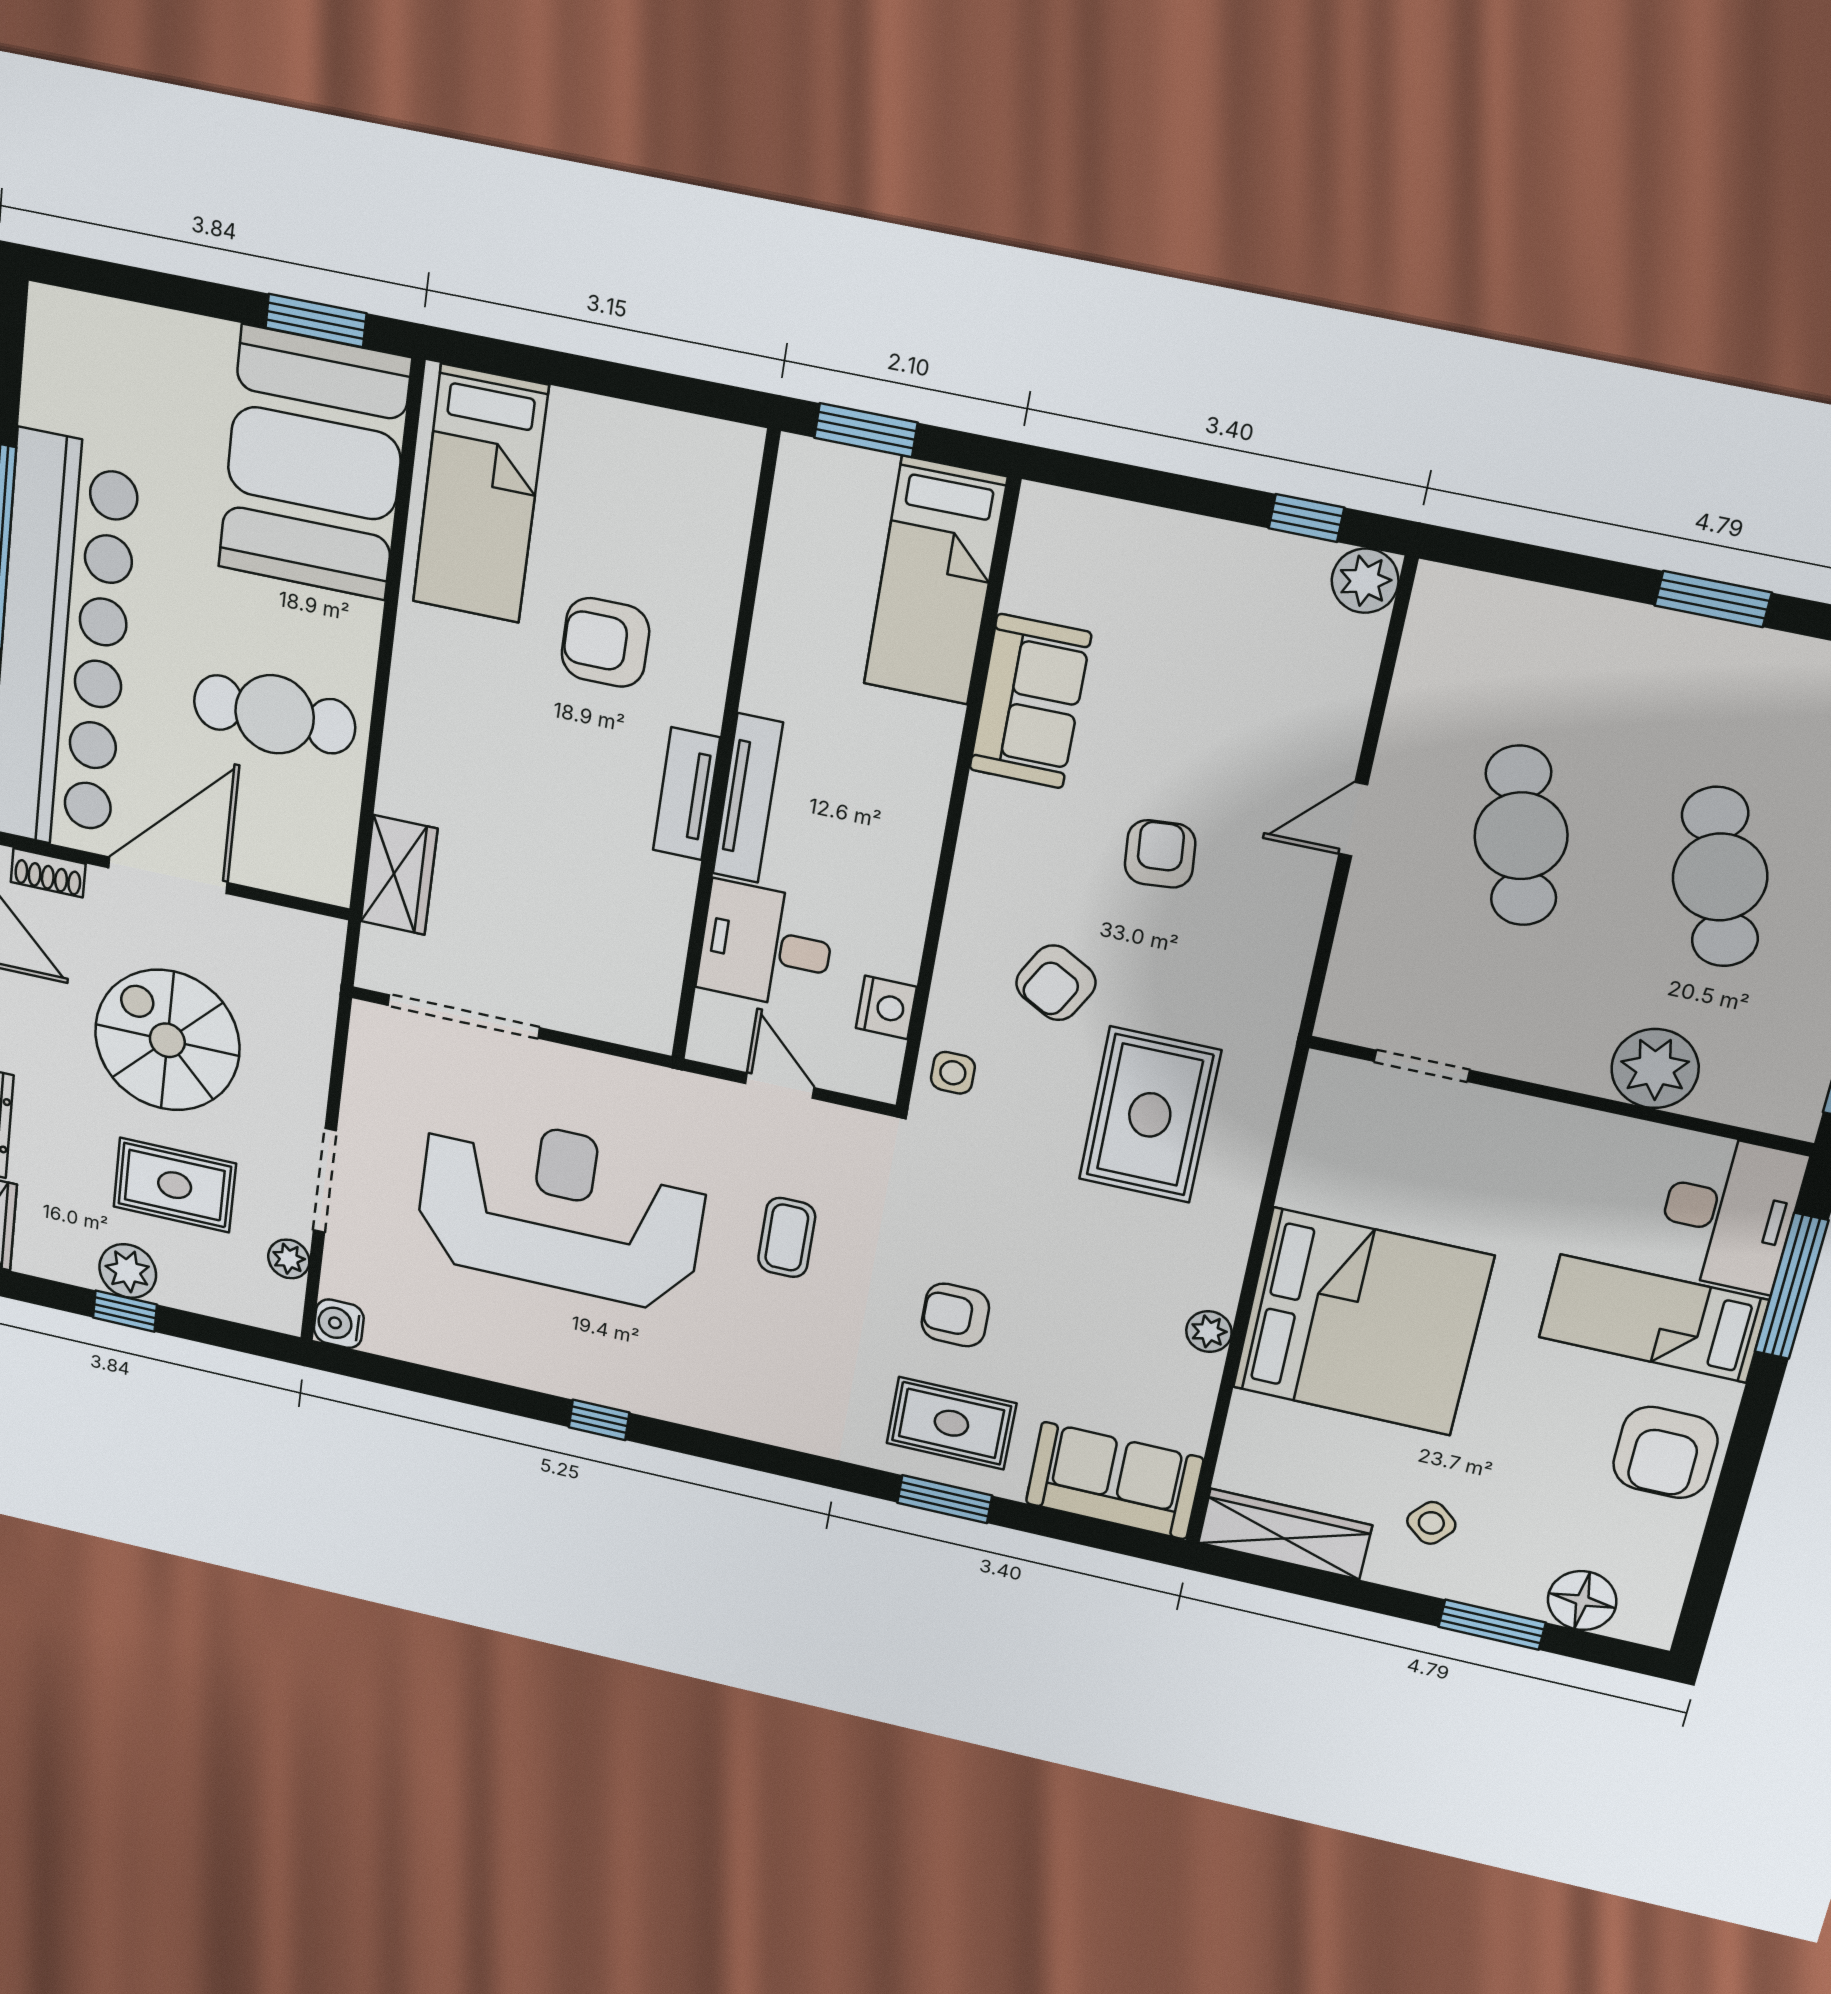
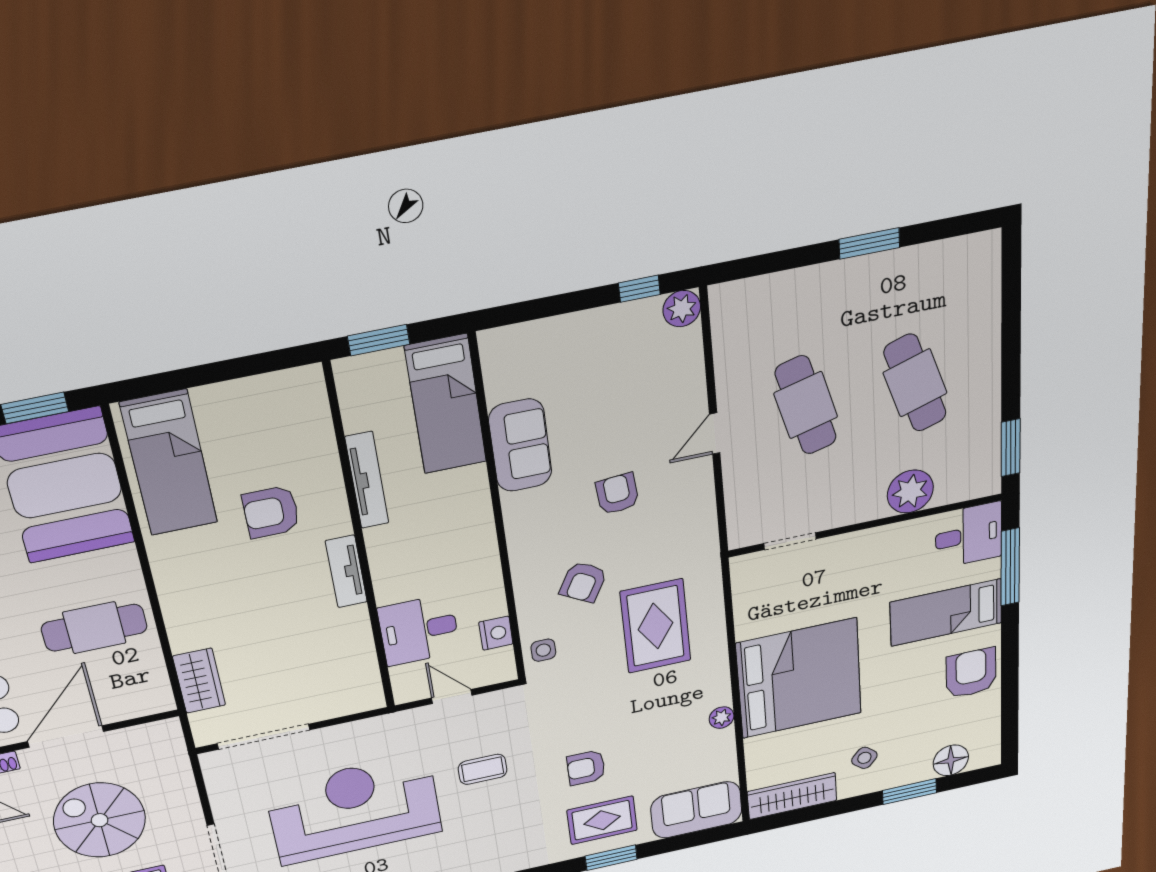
tv unit: (748, 798) -> (367, 480), moved
desk: (1729, 1213) -> (969, 535), width x0.73
coffee table: (787, 1237) -> (483, 769), turned 90
armchair: (1665, 1452) -> (971, 673), turned 180

